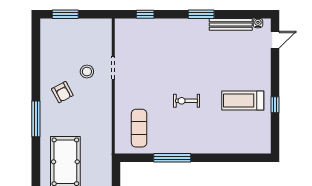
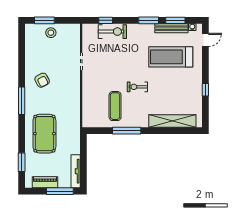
window: (236, 14) -> (175, 20), added
exercise bike: (154, 29) -> (112, 32), added
stool: (87, 72) -> (51, 33), moved
treadmill: (243, 100) -> (171, 57), moved, width x1.37, depth x1.37
exercise mat: (139, 128) -> (115, 106), moved
shelving: (232, 145) -> (172, 121), added

